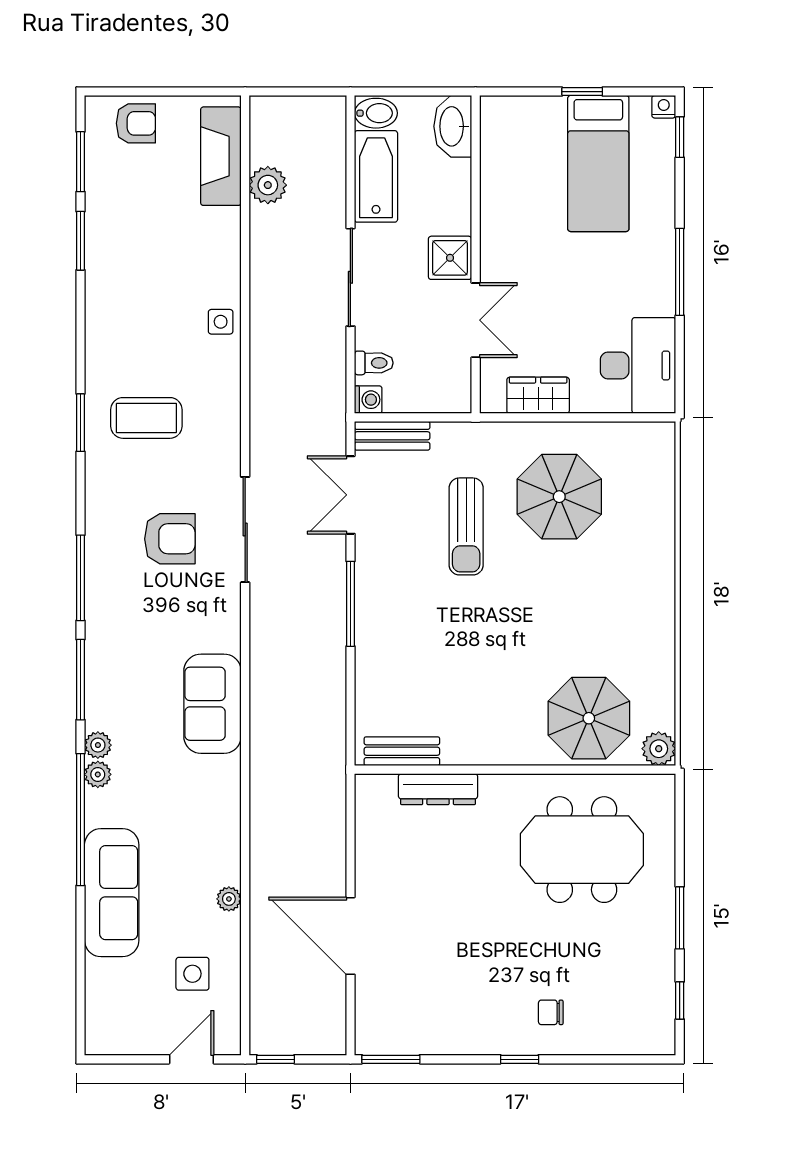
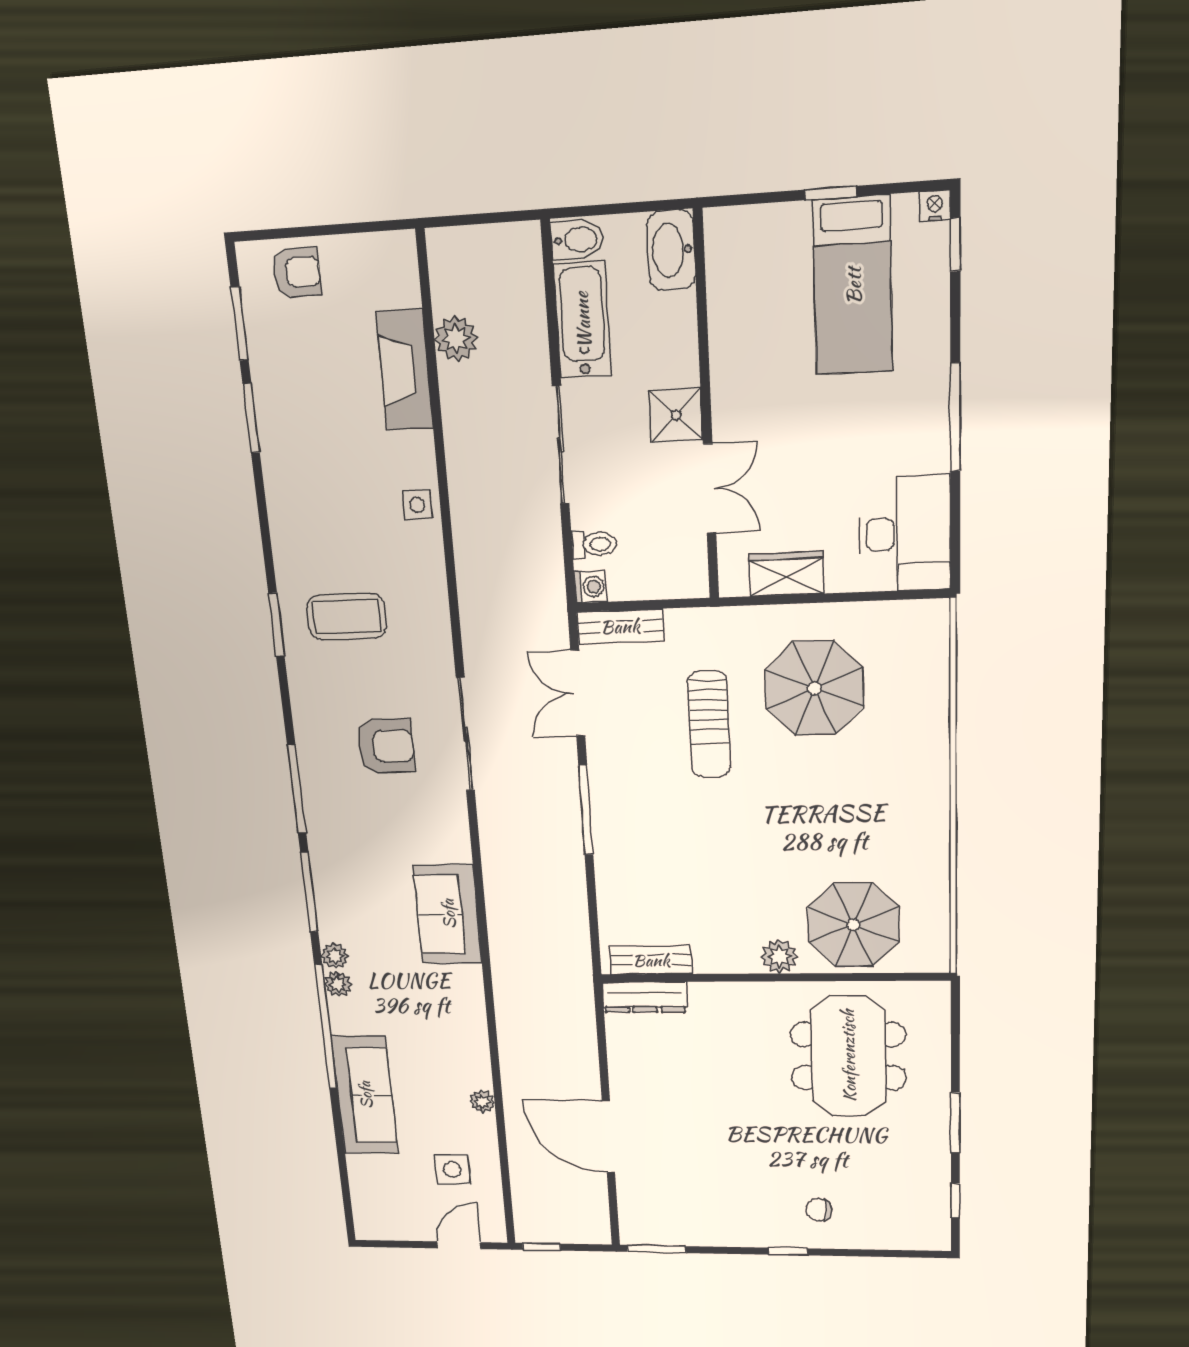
fireplace: (221, 156) -> (405, 370), moved
plant: (659, 749) -> (779, 956), moved
dresser: (438, 789) -> (645, 997), moved
meeting table: (582, 850) -> (848, 1056), turned 90

